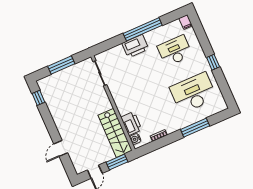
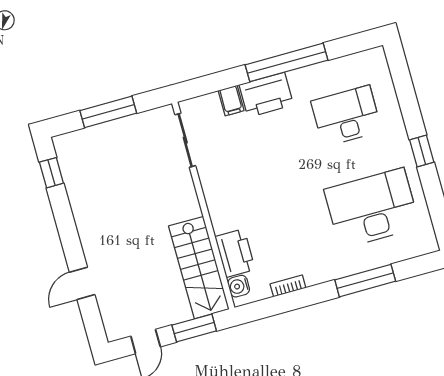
filing cabinet: (186, 22) -> (231, 101), moved

